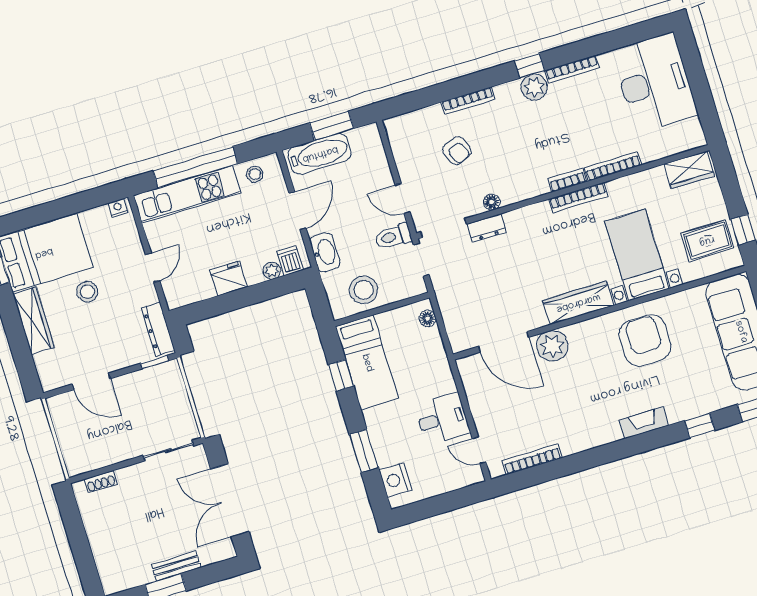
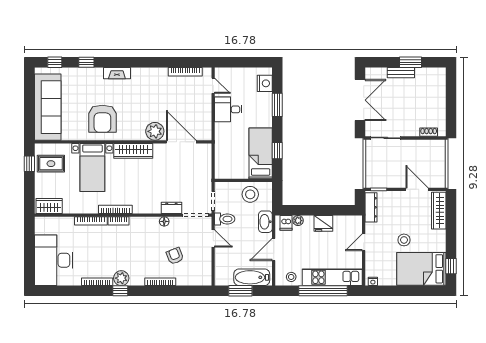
floor lamp: (428, 319) -> (219, 168), removed
wardrobe: (34, 321) -> (439, 211), moved

